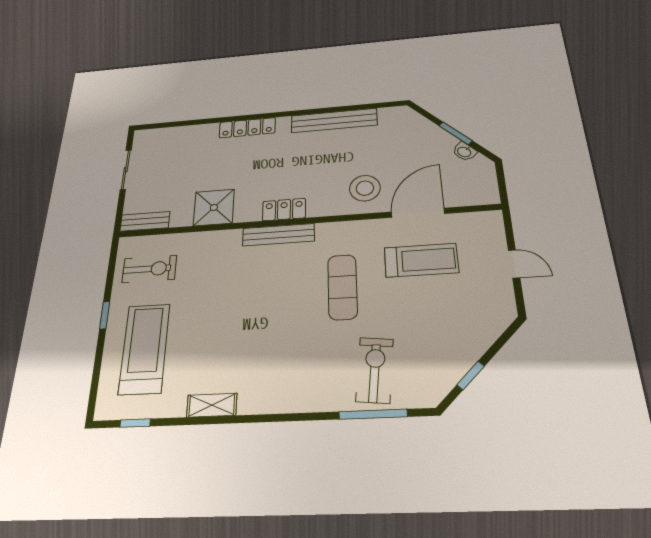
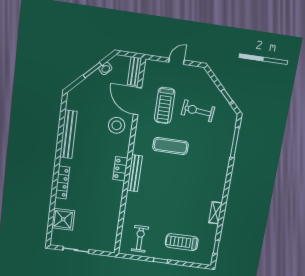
shower: (214, 207) -> (63, 219), moved
bench: (145, 221) -> (134, 71), moved
treadmill: (421, 260) -> (165, 105), turned 180
treadmill: (144, 348) -> (182, 242), width x0.73, depth x0.73
exercise bike: (375, 370) -> (198, 111), moved

